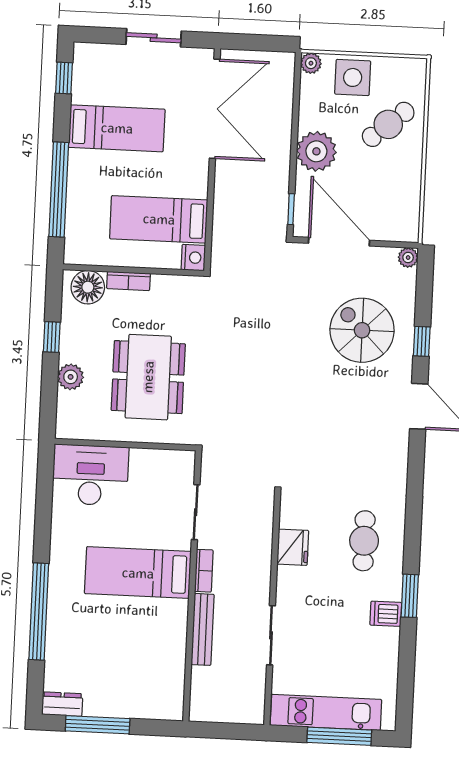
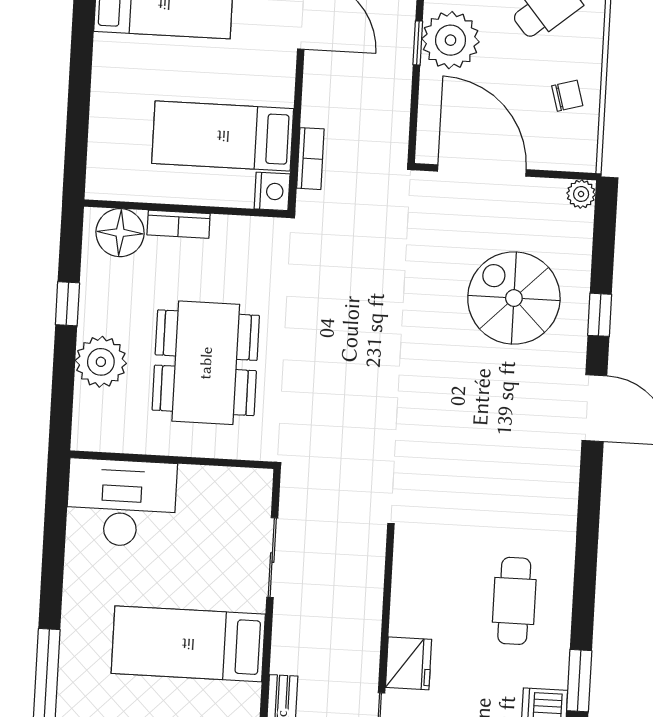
chair: (398, 189) -> (567, 96), added
window: (59, 190) -> (79, 92), removed
window: (291, 209) -> (418, 43), moved
plant: (71, 377) -> (101, 362), width x1.36, depth x1.36
fridge: (293, 547) -> (409, 663), moved
bookcase: (204, 571) -> (310, 159), moved

